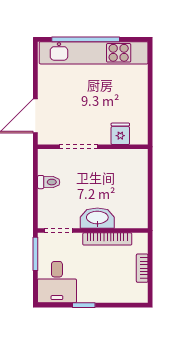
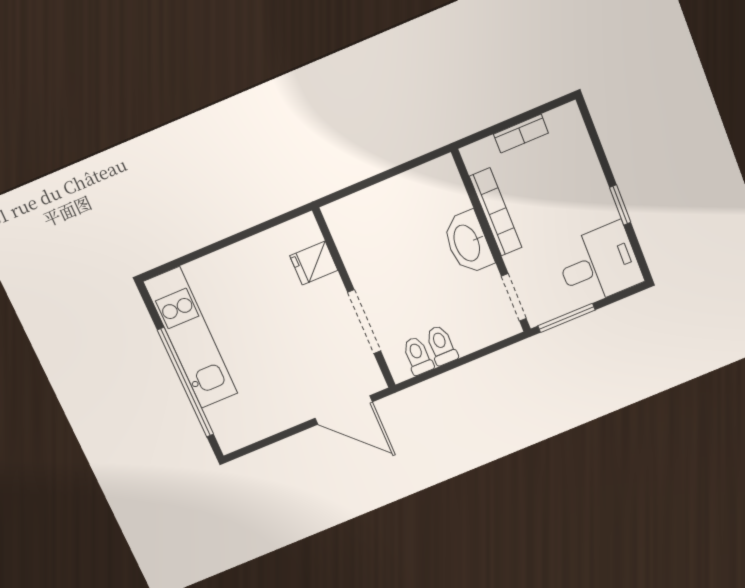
kitchen unit: (94, 53) -> (191, 338), width x0.73
toilet: (48, 167) -> (418, 356), added

